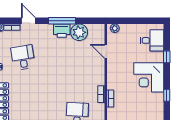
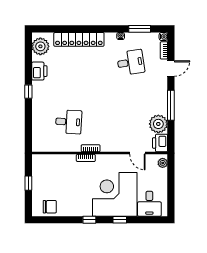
printer: (62, 31) -> (160, 143), moved
door: (106, 51) -> (137, 153), swing flipped
window: (167, 57) -> (120, 220), moved
corner desk: (149, 77) -> (115, 194), width x1.36, depth x1.36

